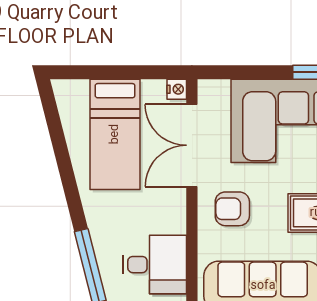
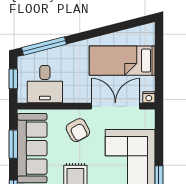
armchair: (232, 209) -> (78, 130), turned 152

